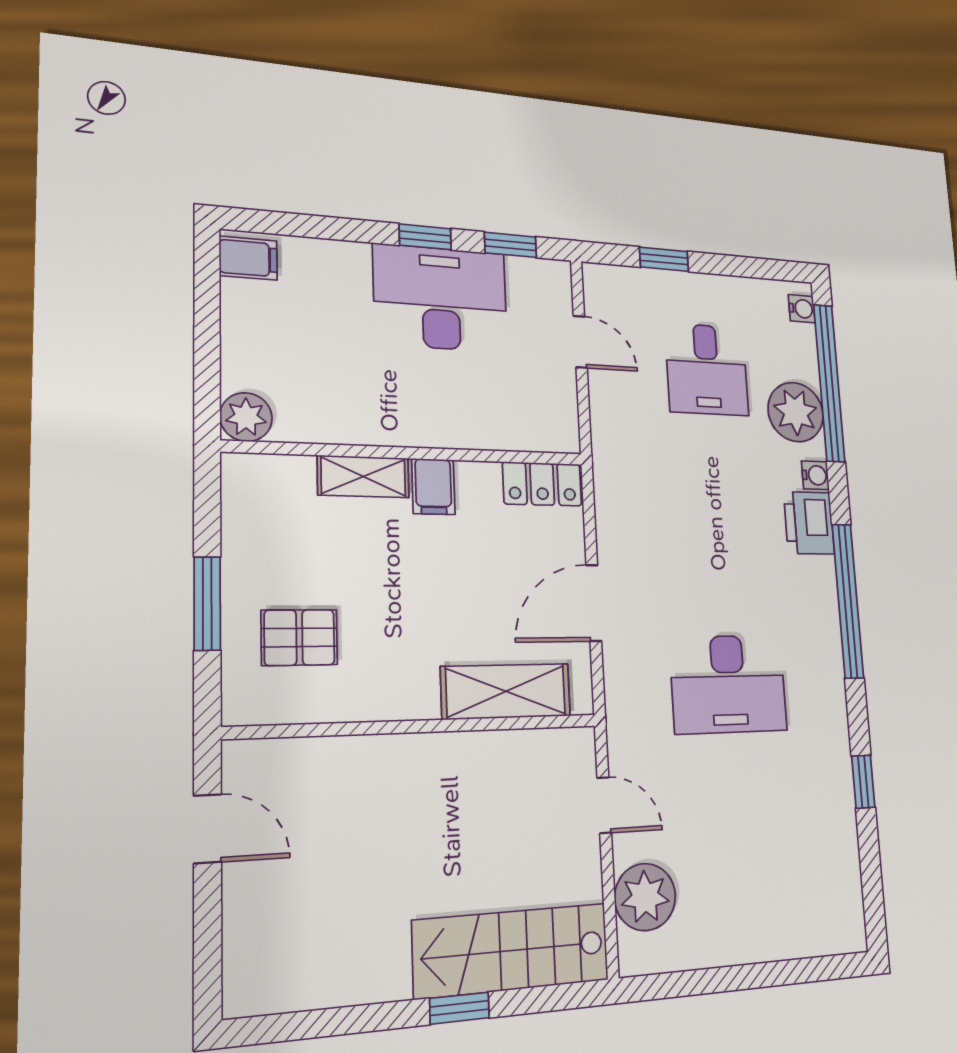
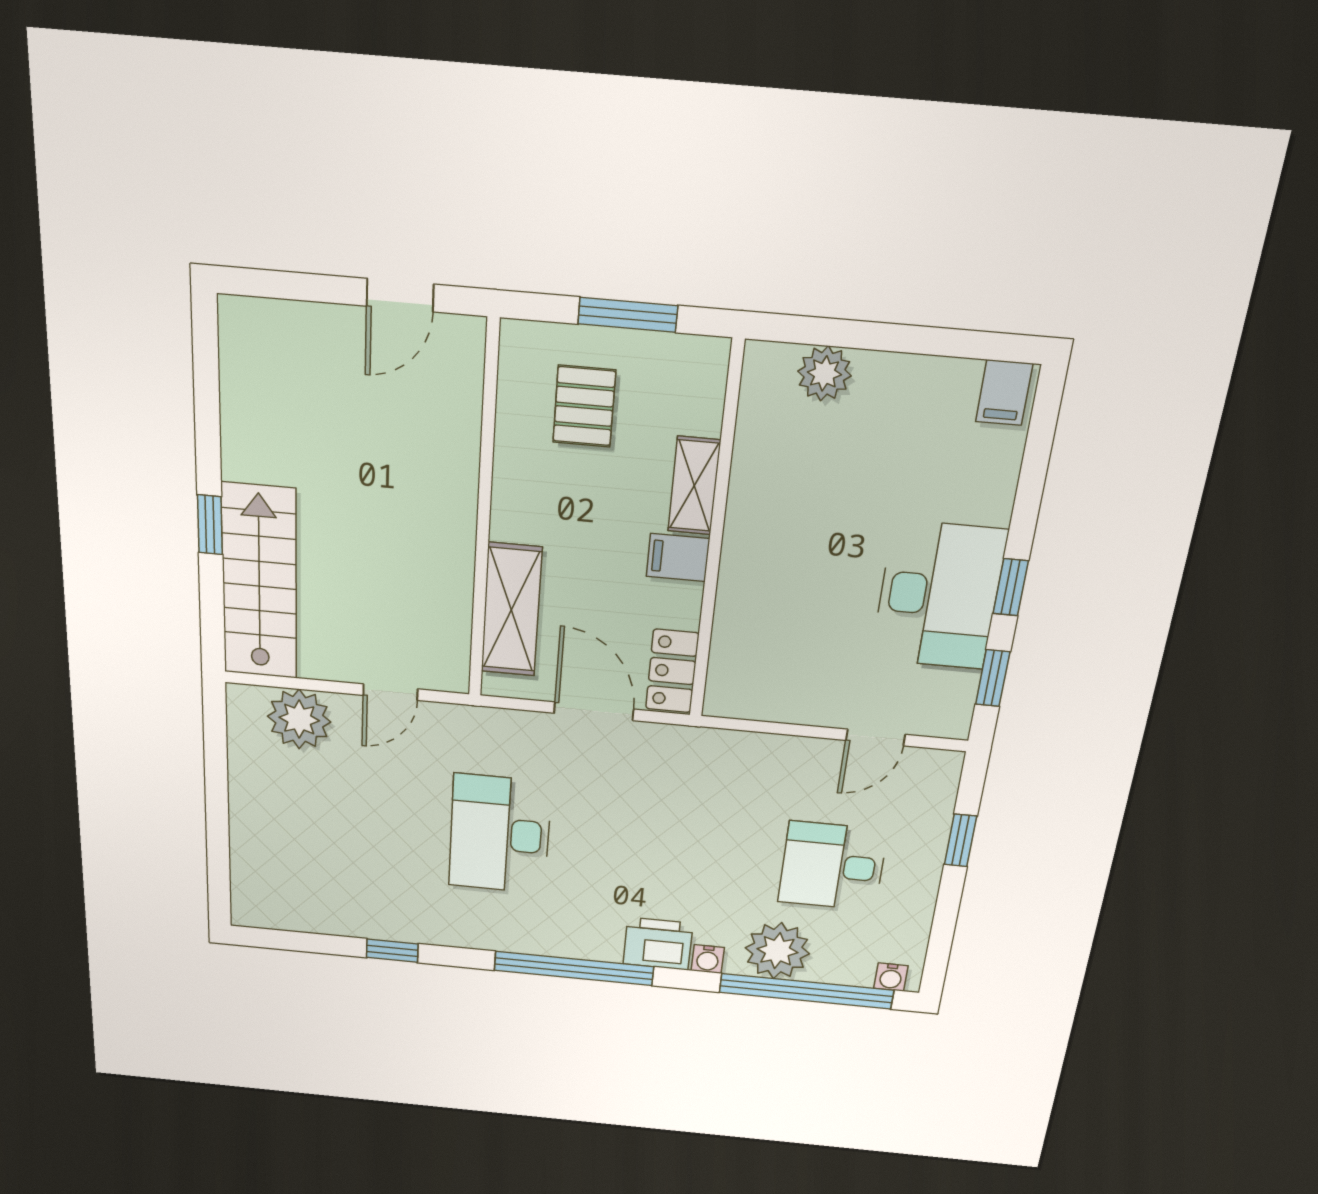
wall: (409, 453) -> (716, 536), moved
shelving: (363, 477) -> (694, 486), moved
locker: (542, 484) -> (672, 671), moved
filing cabinet: (433, 487) -> (678, 557), moved

